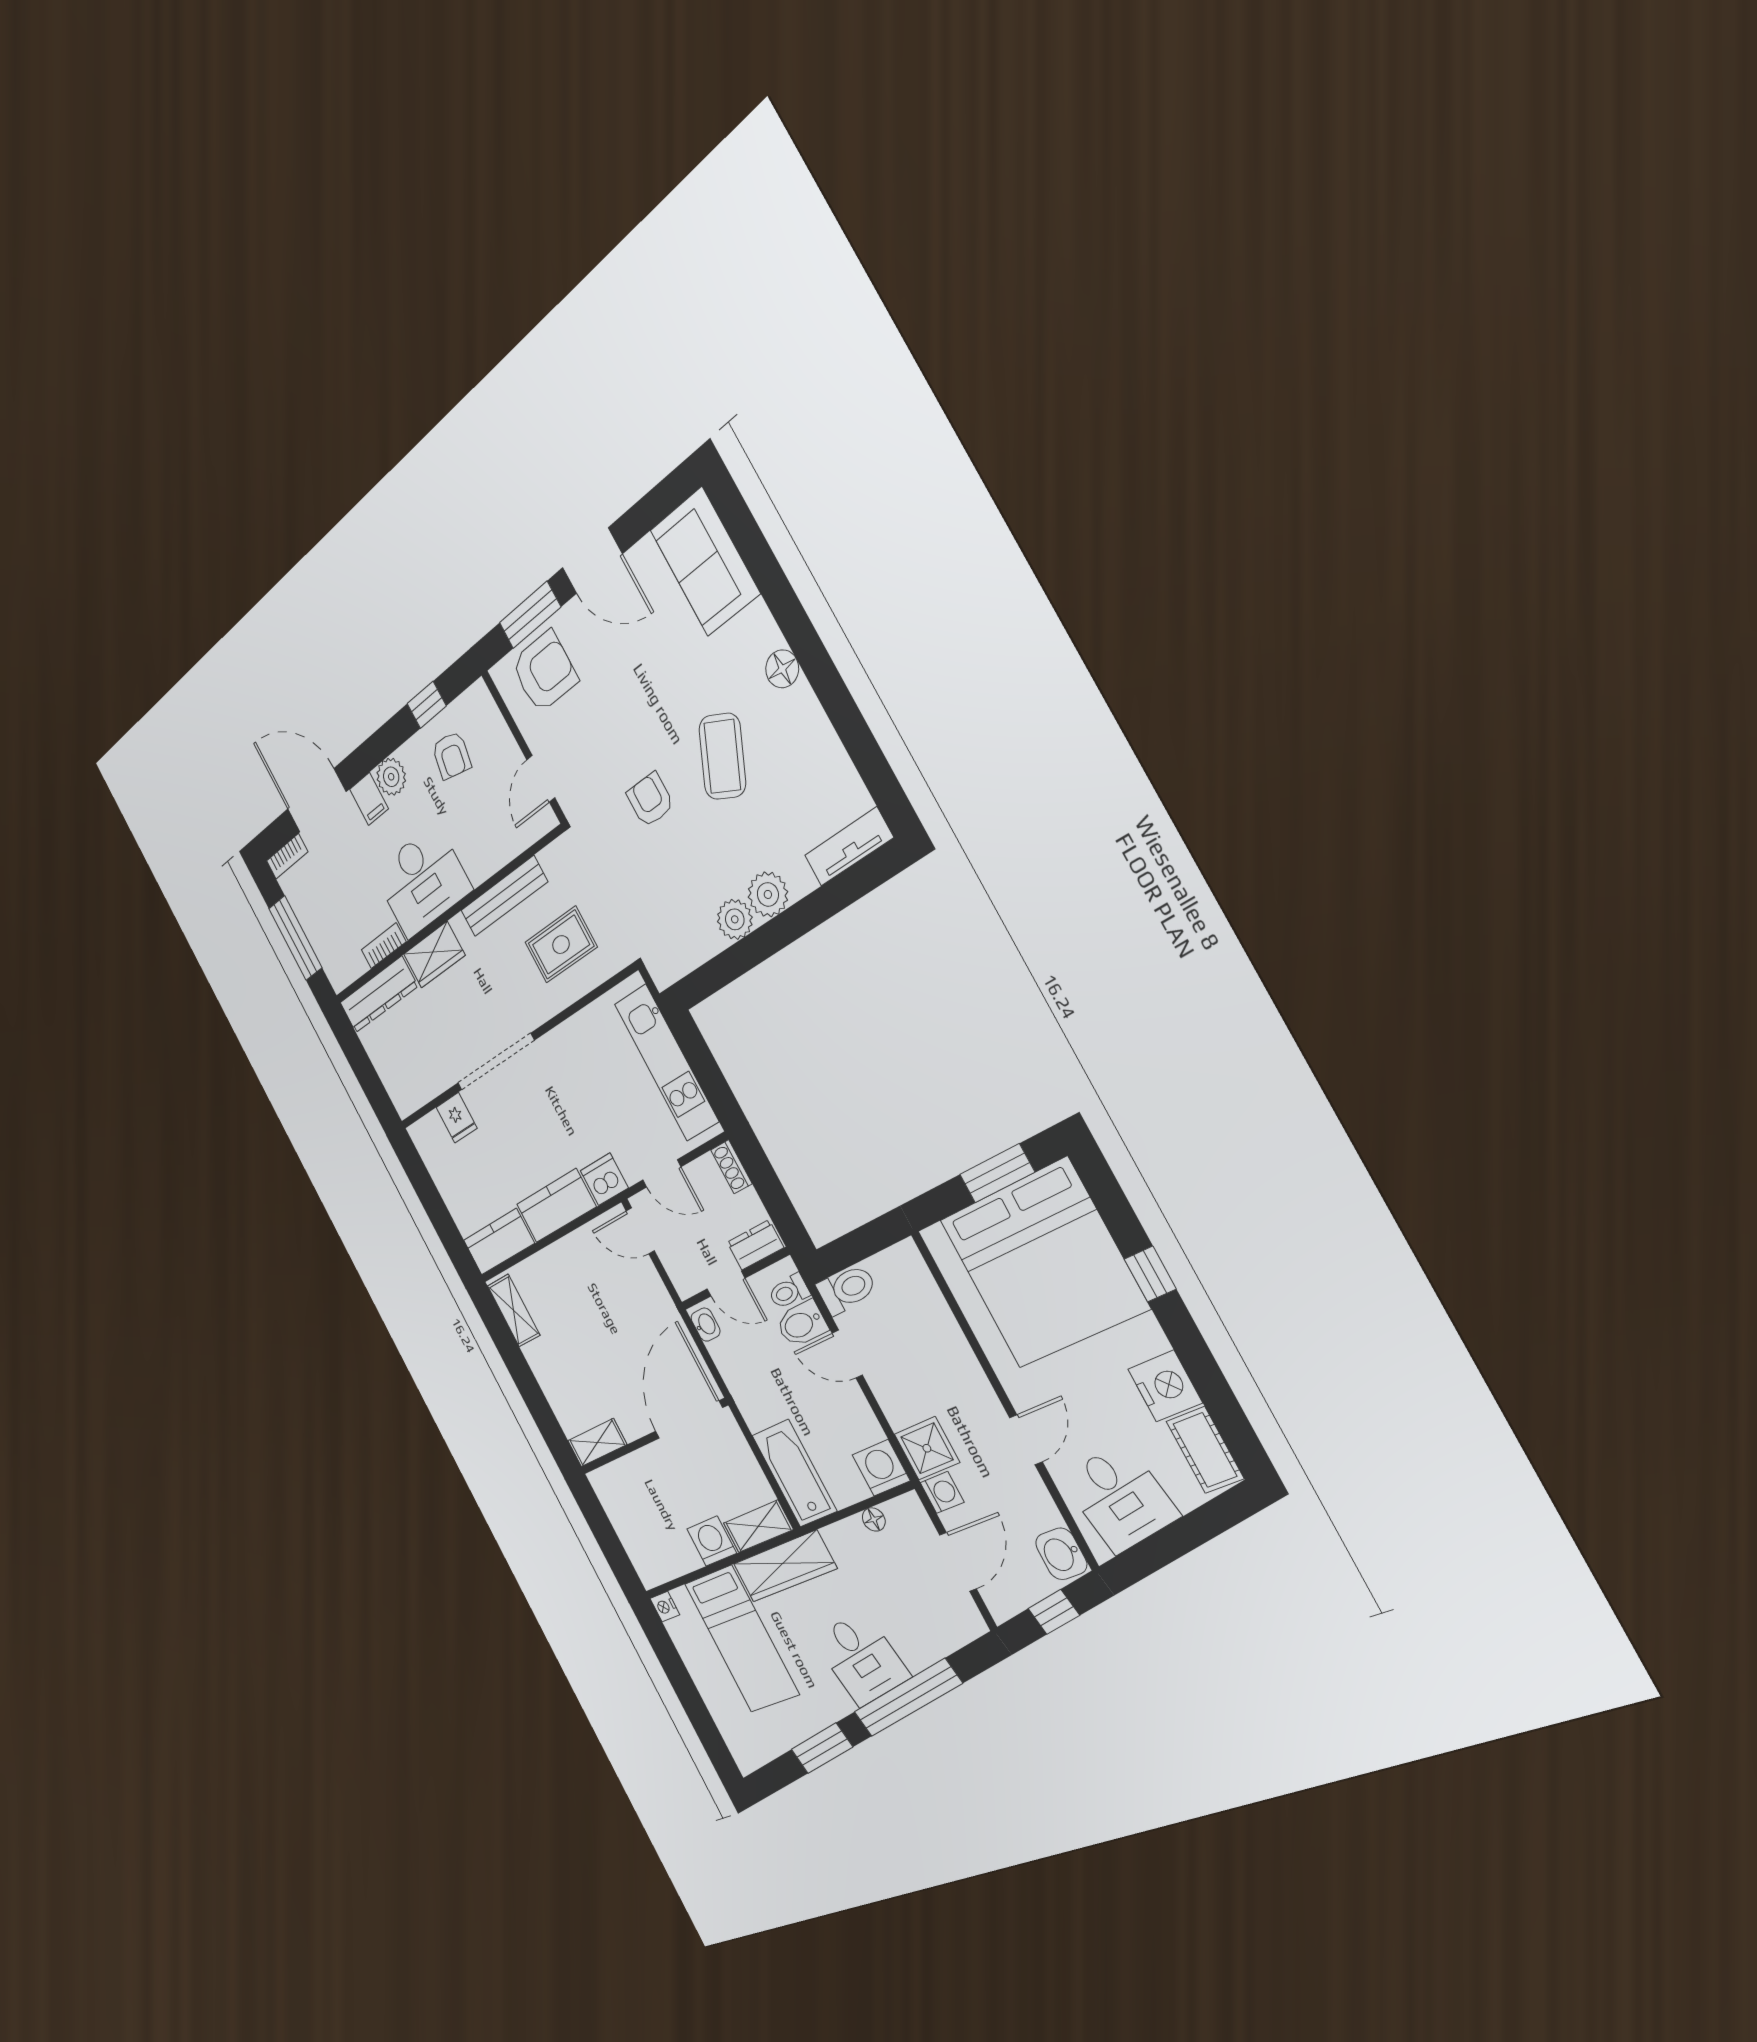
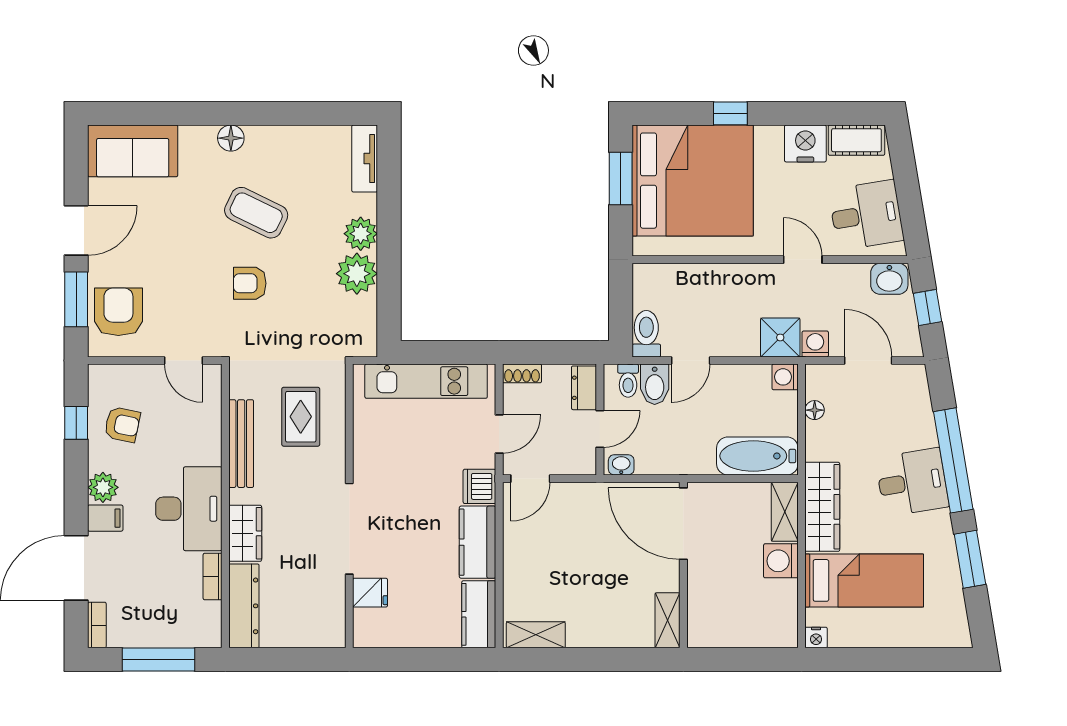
plant: (735, 919) -> (357, 274), width x1.36, depth x1.36
washing machine: (881, 1468) -> (785, 377), width x0.73, depth x0.73

